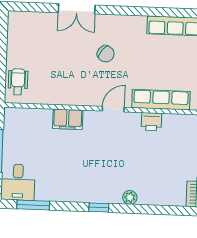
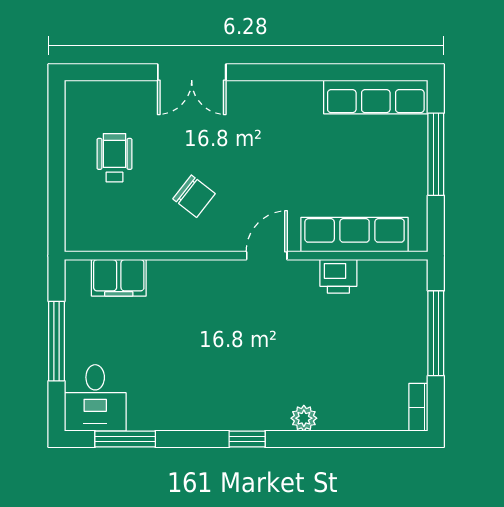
chair: (106, 54) -> (194, 196), moved
wheelchair: (18, 82) -> (114, 158), moved
filing cabinet: (68, 119) -> (119, 278), moved

